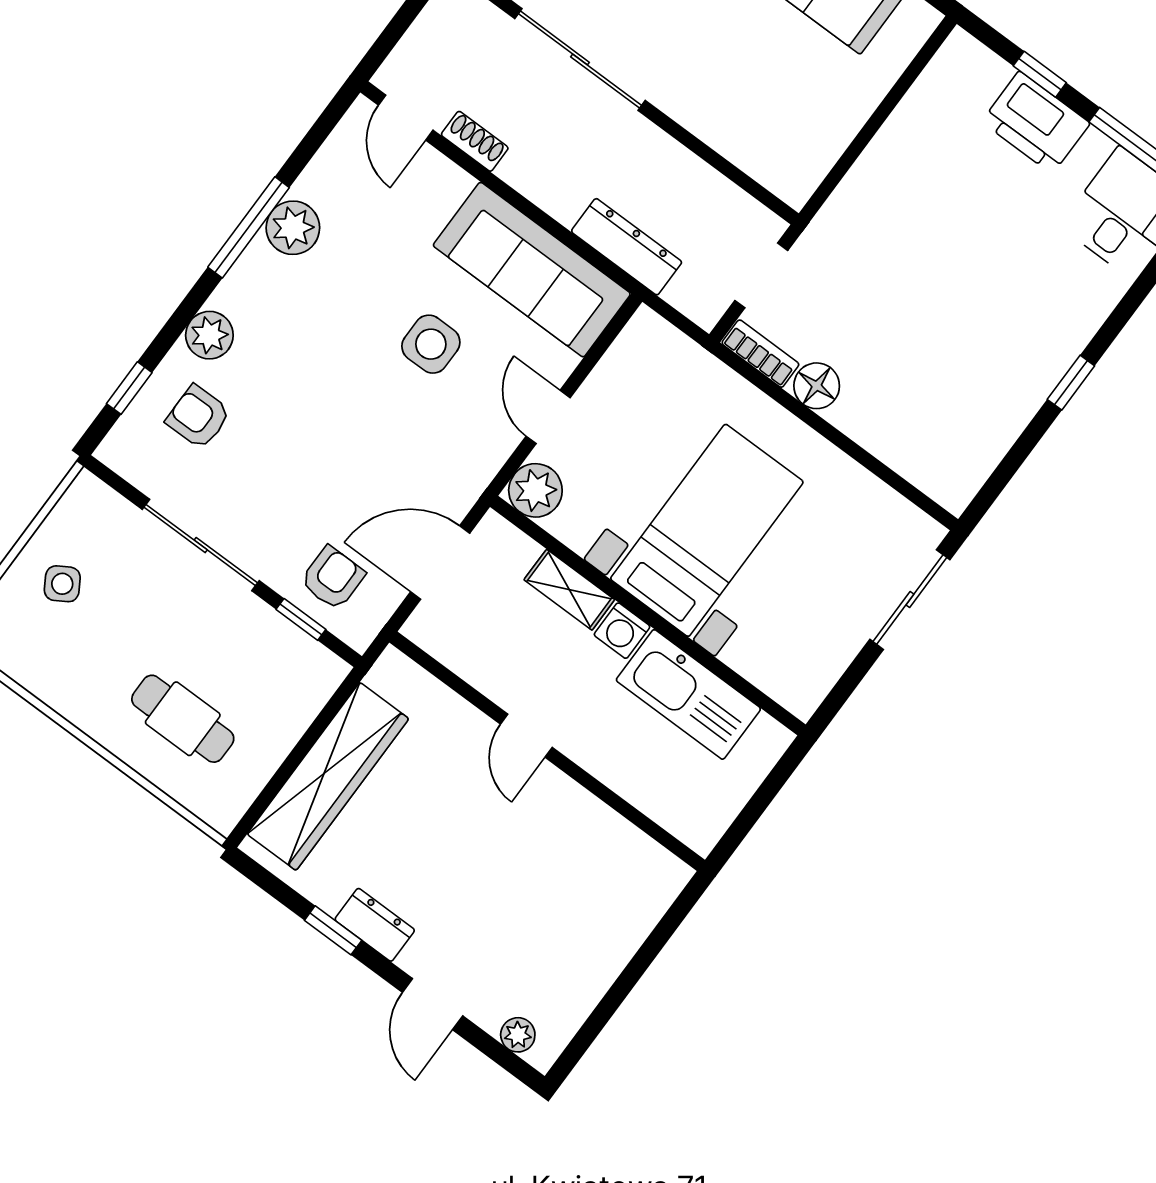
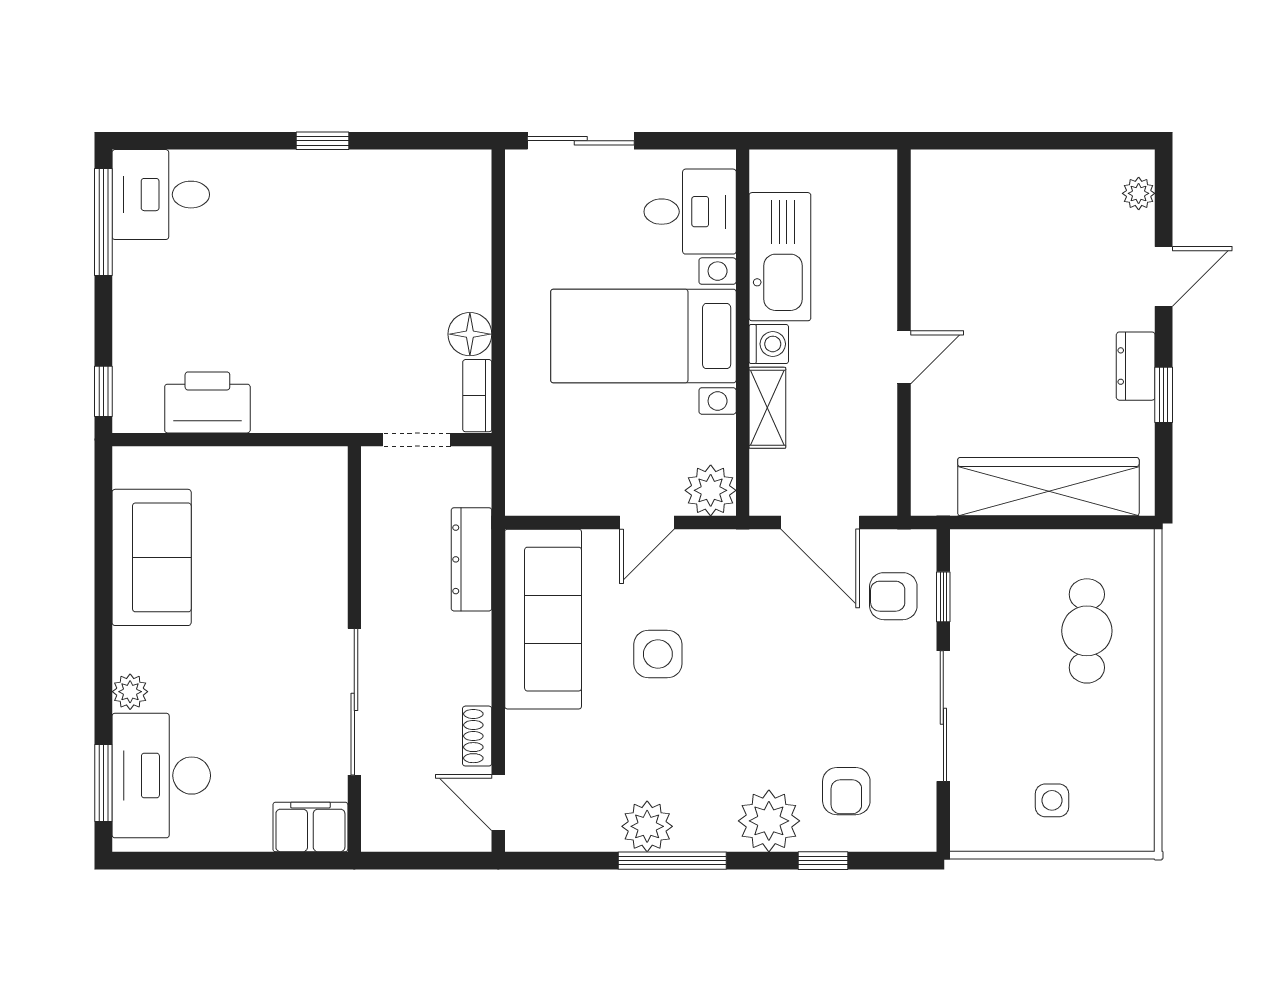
window: (1040, 74) -> (103, 391), moved
door: (406, 118) -> (498, 802), swing flipped
printer: (1036, 122) -> (207, 402), moved, turned -90
plant: (209, 335) -> (769, 821), width x1.36, depth x1.36
window: (129, 388) -> (823, 861), moved
side table: (62, 584) -> (1052, 800), turned 31
desk: (782, 647) -> (690, 212), added

